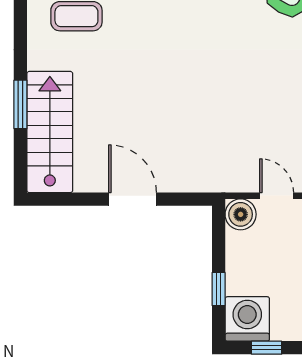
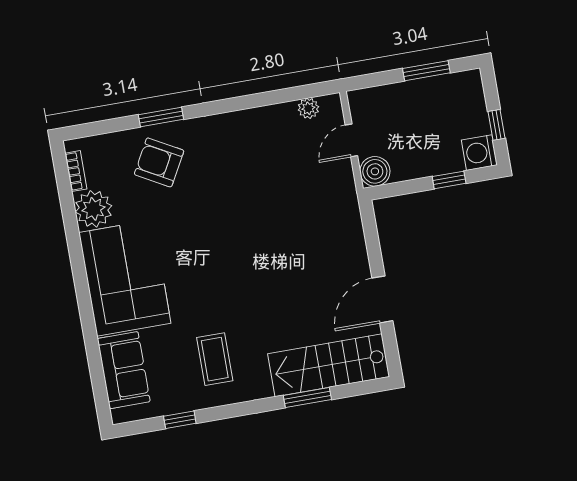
door: (133, 199) -> (382, 299), moved
washing machine: (247, 319) -> (479, 153), width x0.73, depth x0.73

